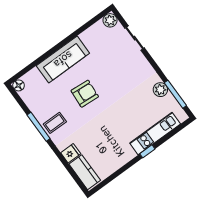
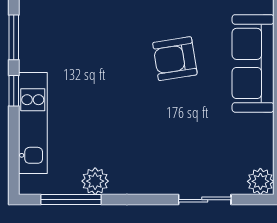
armchair: (85, 94) -> (175, 59), turned 77
window: (125, 168) -> (14, 37), added

